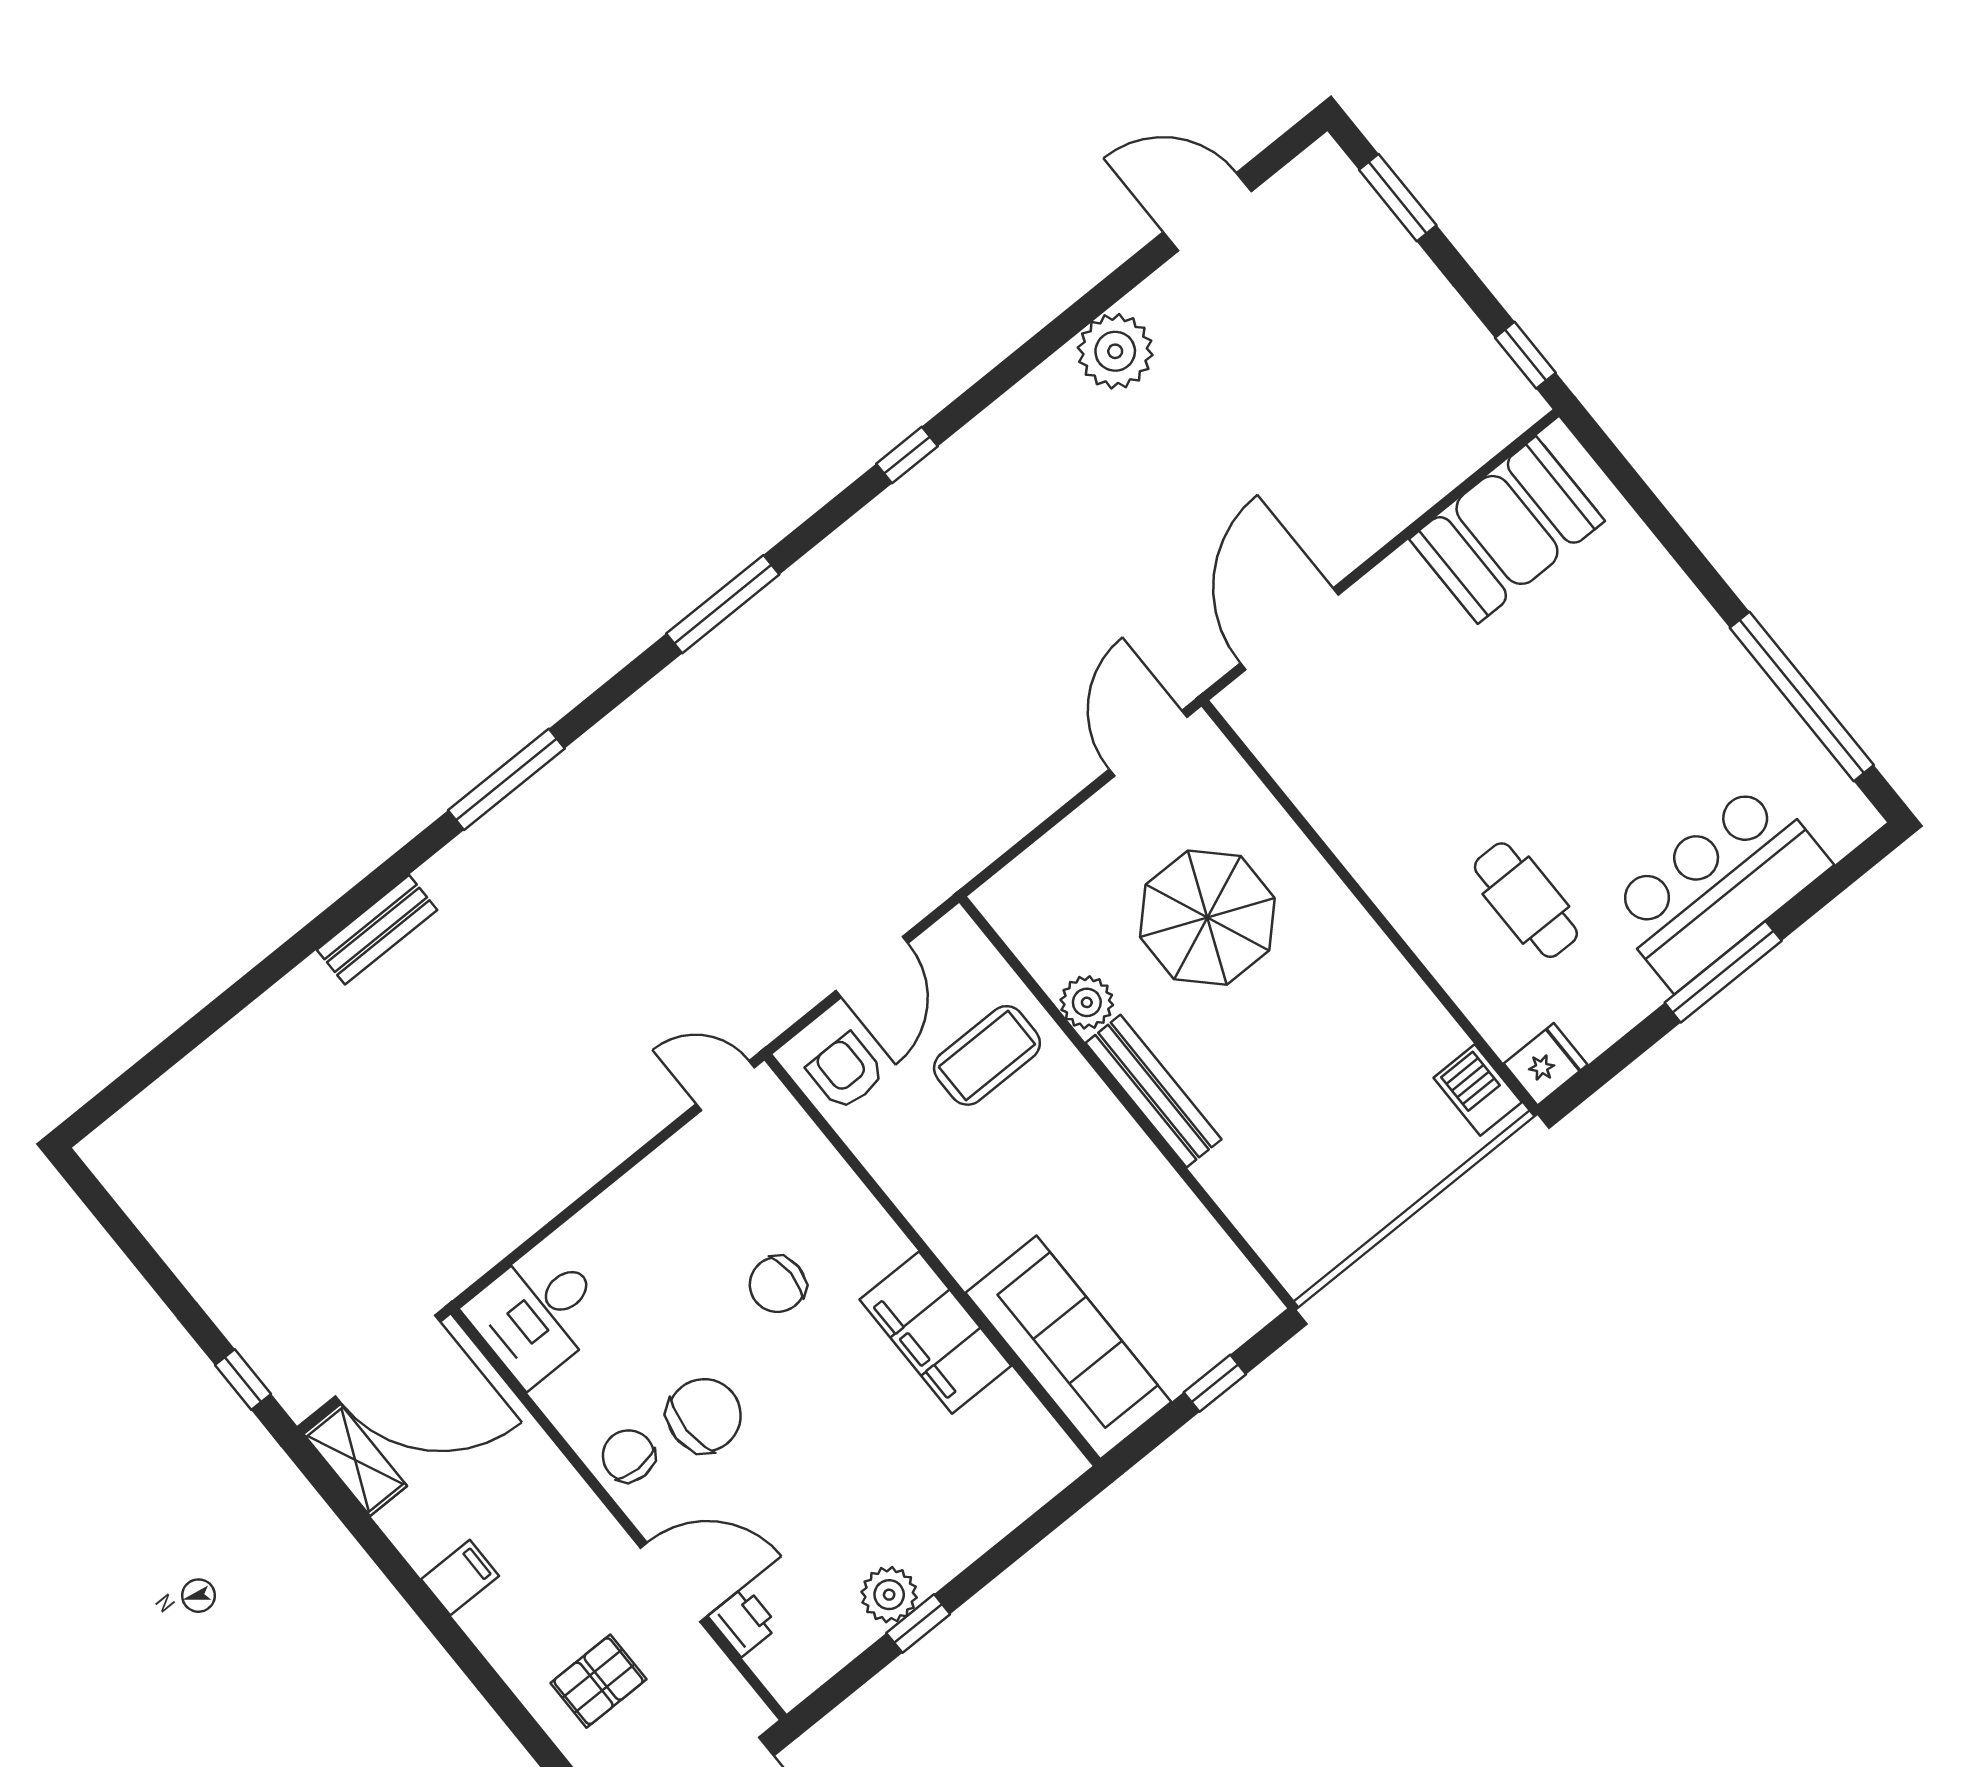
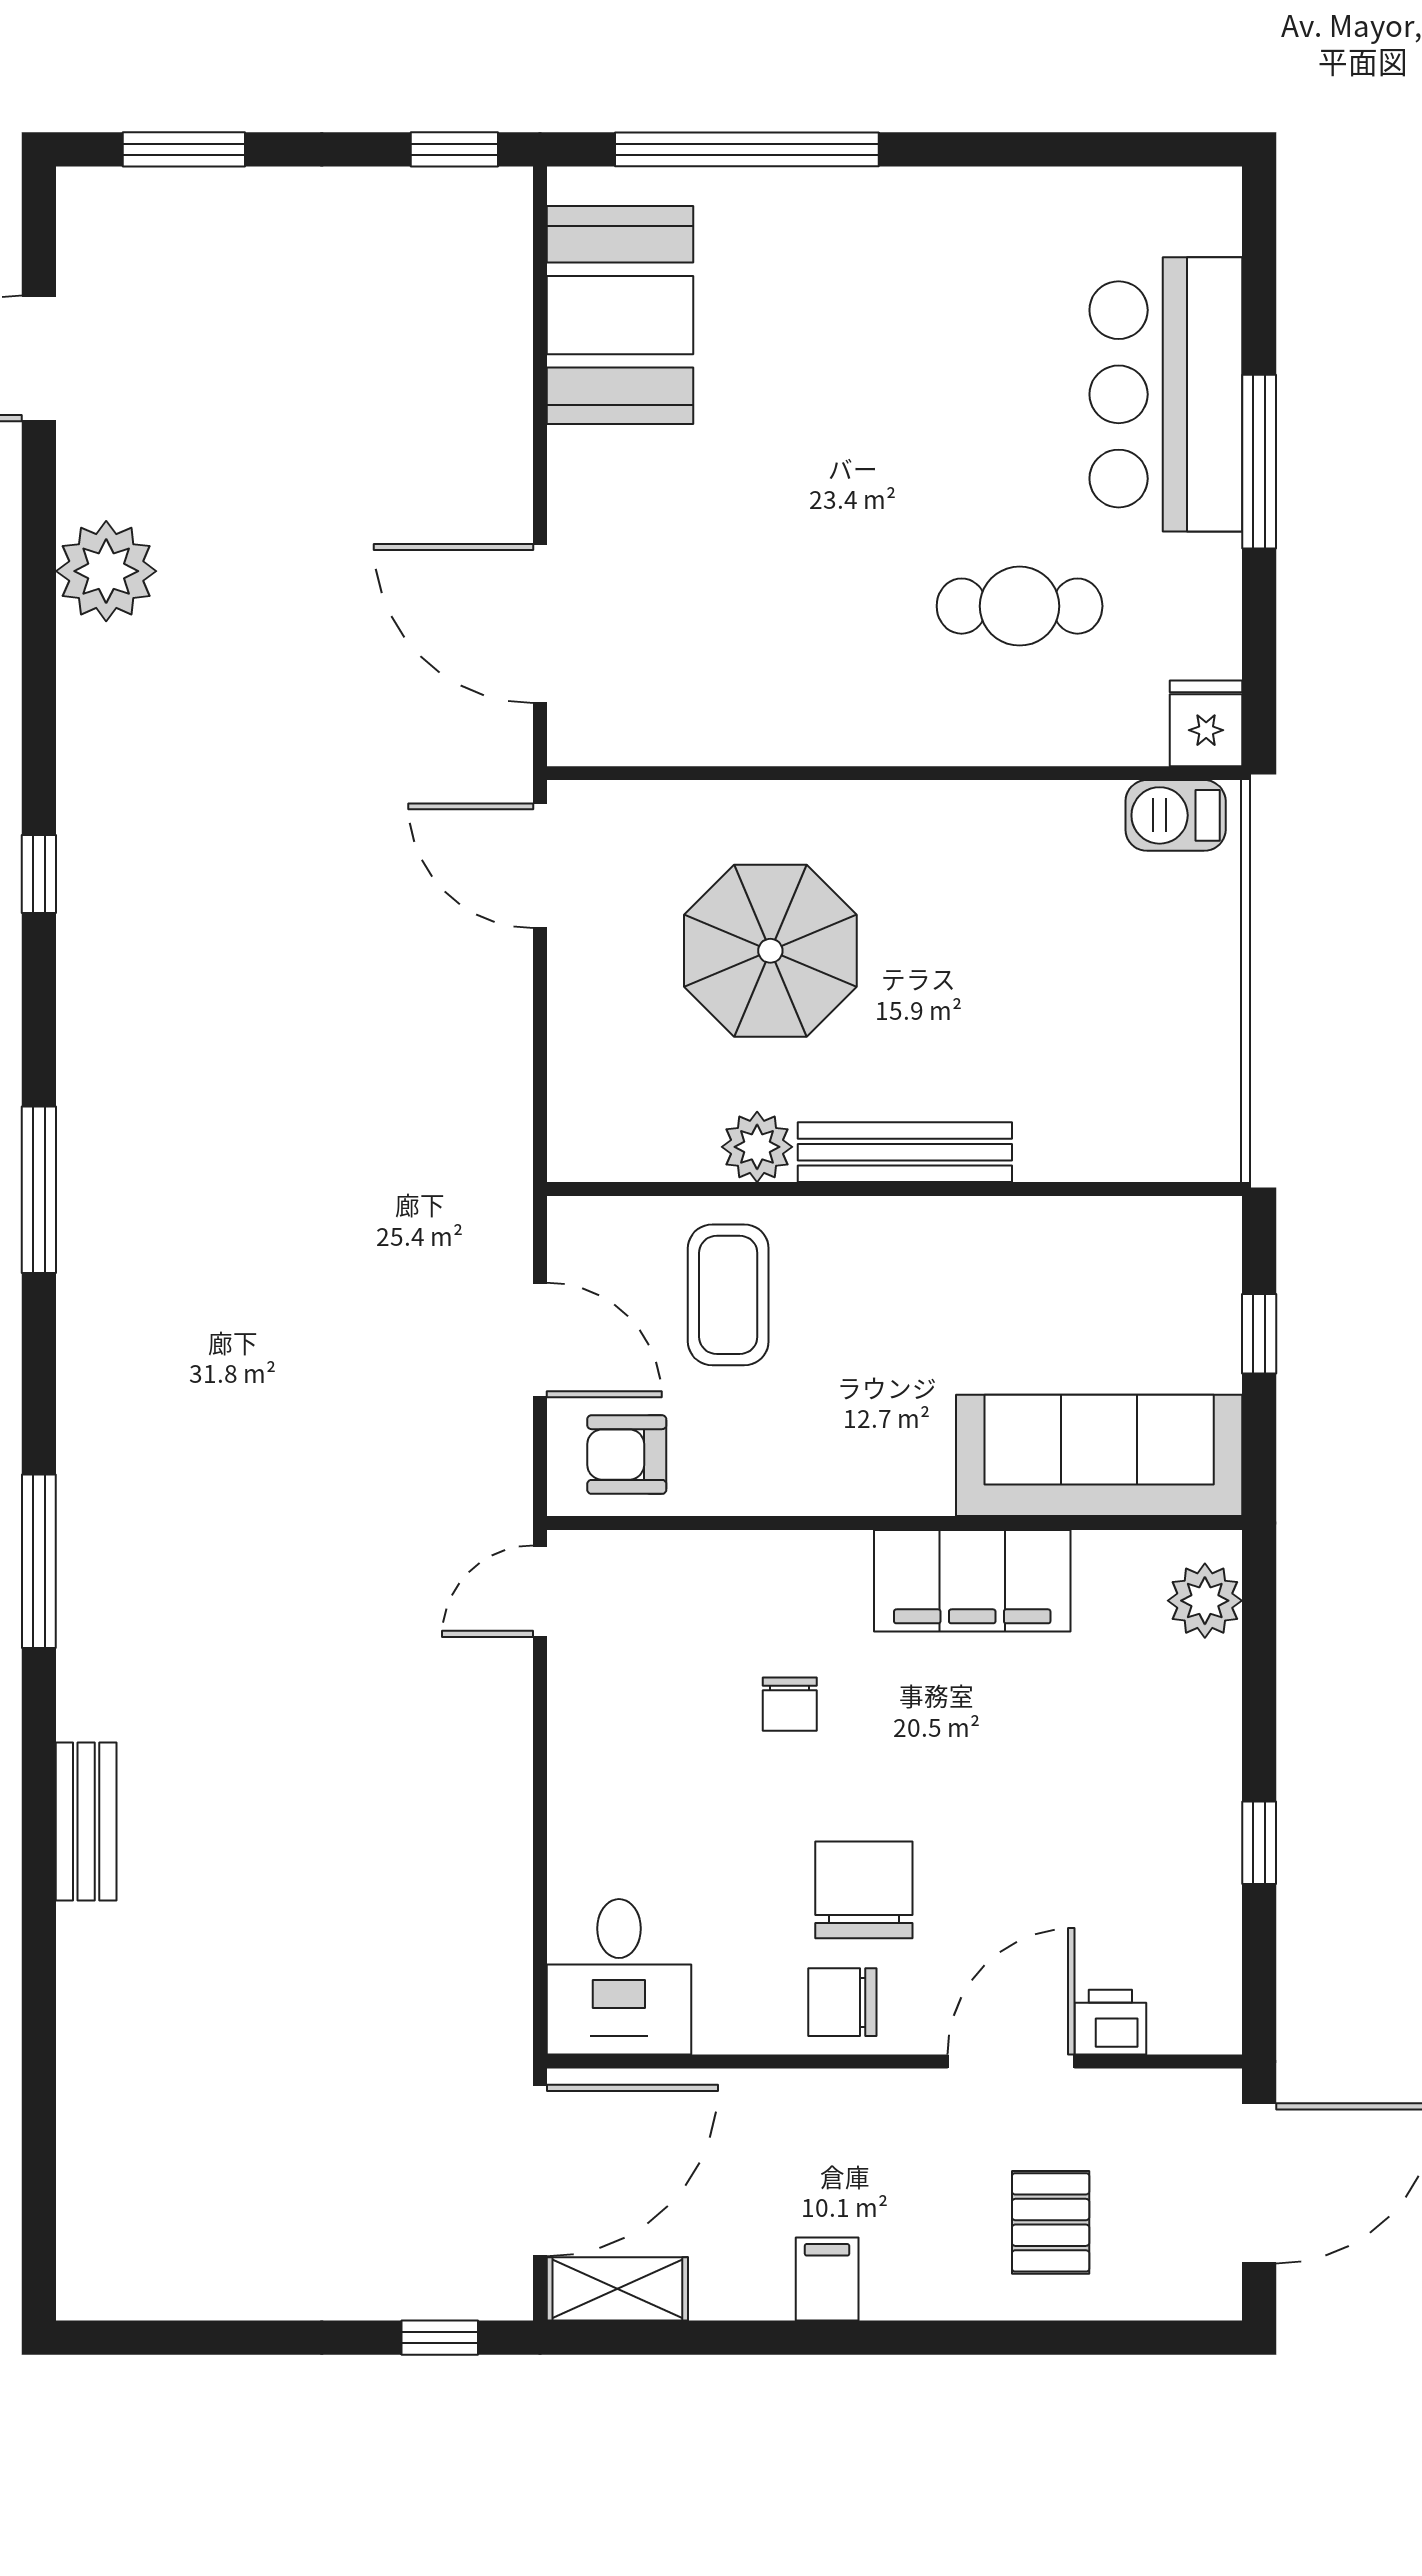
window: (1802, 696) -> (747, 149), moved
chair: (777, 1285) -> (790, 1704), width x0.73, depth x0.73
plant: (889, 1595) -> (1205, 1601), moved

